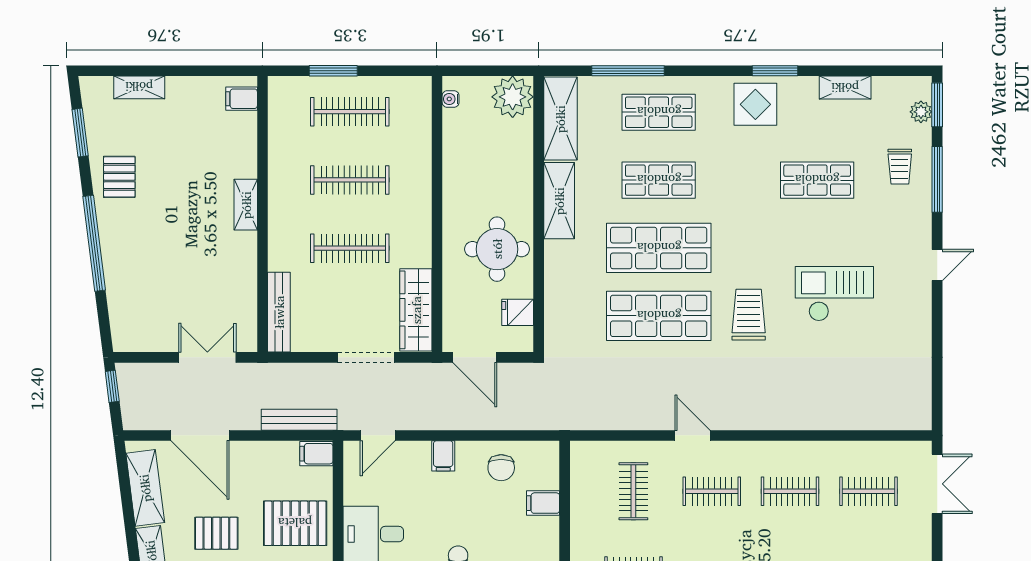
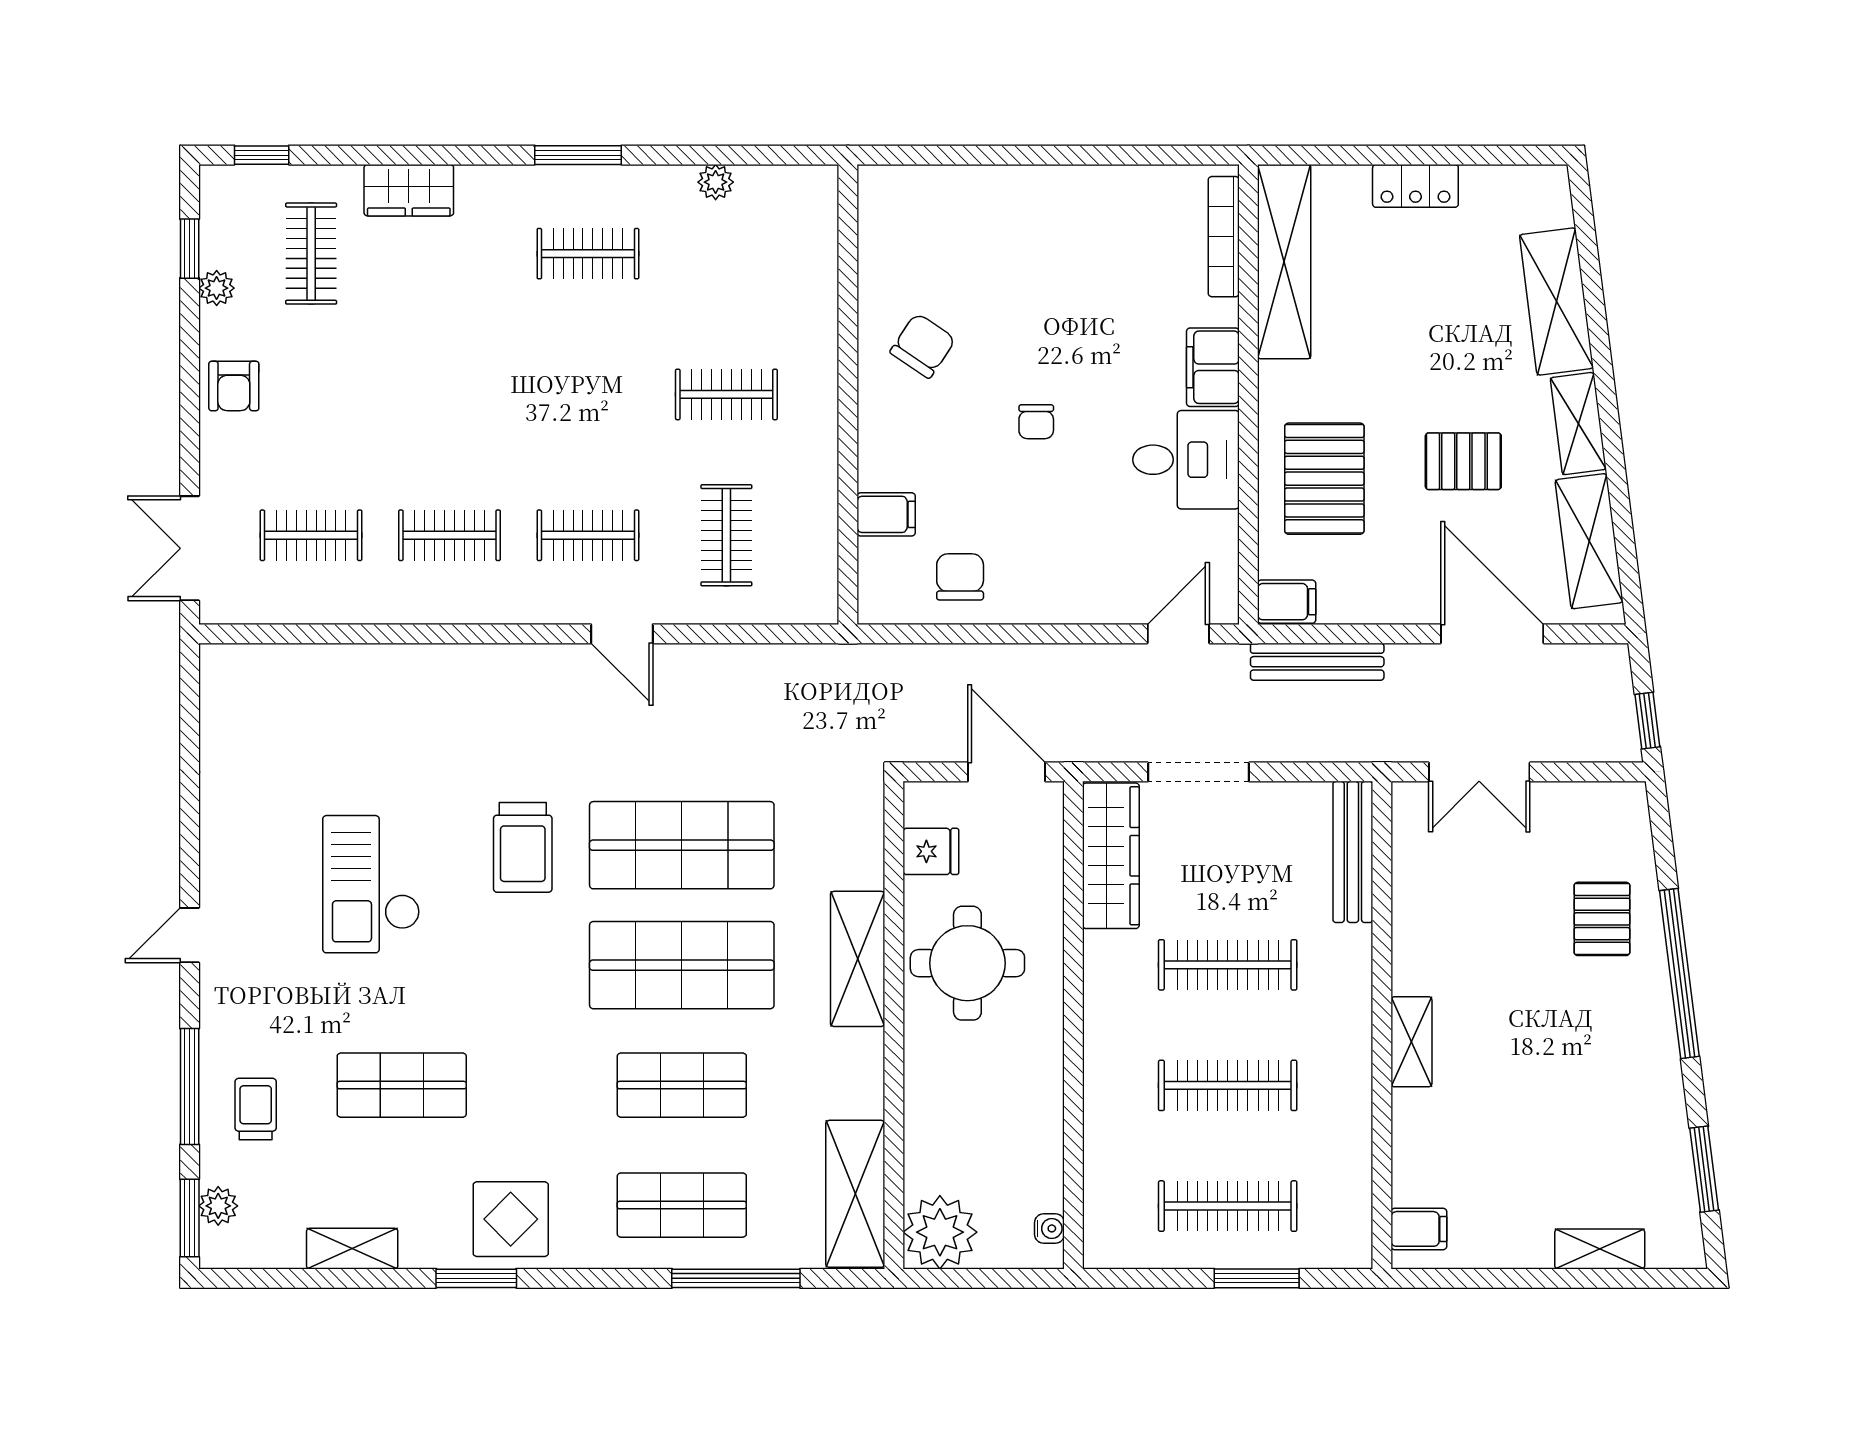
pallet: (119, 177) -> (1602, 919), moved
shelving: (559, 201) -> (858, 959), moved
checkout: (834, 294) -> (371, 884), turned 90
filing cabinet: (443, 456) -> (1063, 598), removed
pallet: (295, 523) -> (1324, 479), turned 90

